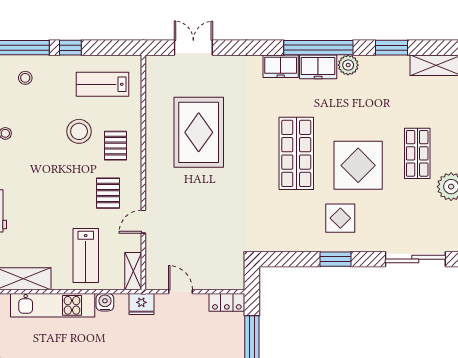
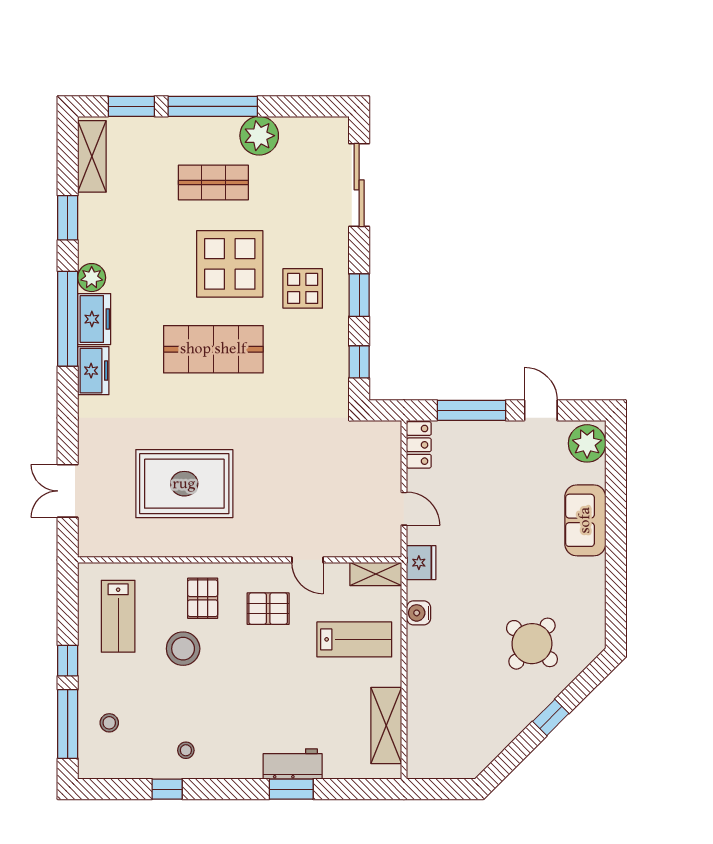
pallet: (116, 146) -> (203, 598), turned 90
window: (287, 259) -> (359, 362), added
door: (181, 292) -> (404, 509), swing flipped
kitchen unit: (53, 305) -> (423, 685), removed

